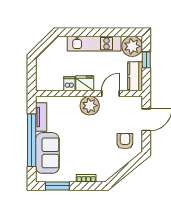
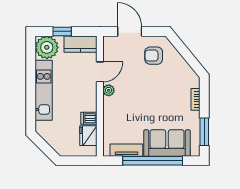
fridge: (85, 83) -> (88, 136), moved
door: (110, 93) -> (100, 72), swing flipped
plant: (90, 106) -> (109, 90), width x0.53, depth x0.53

